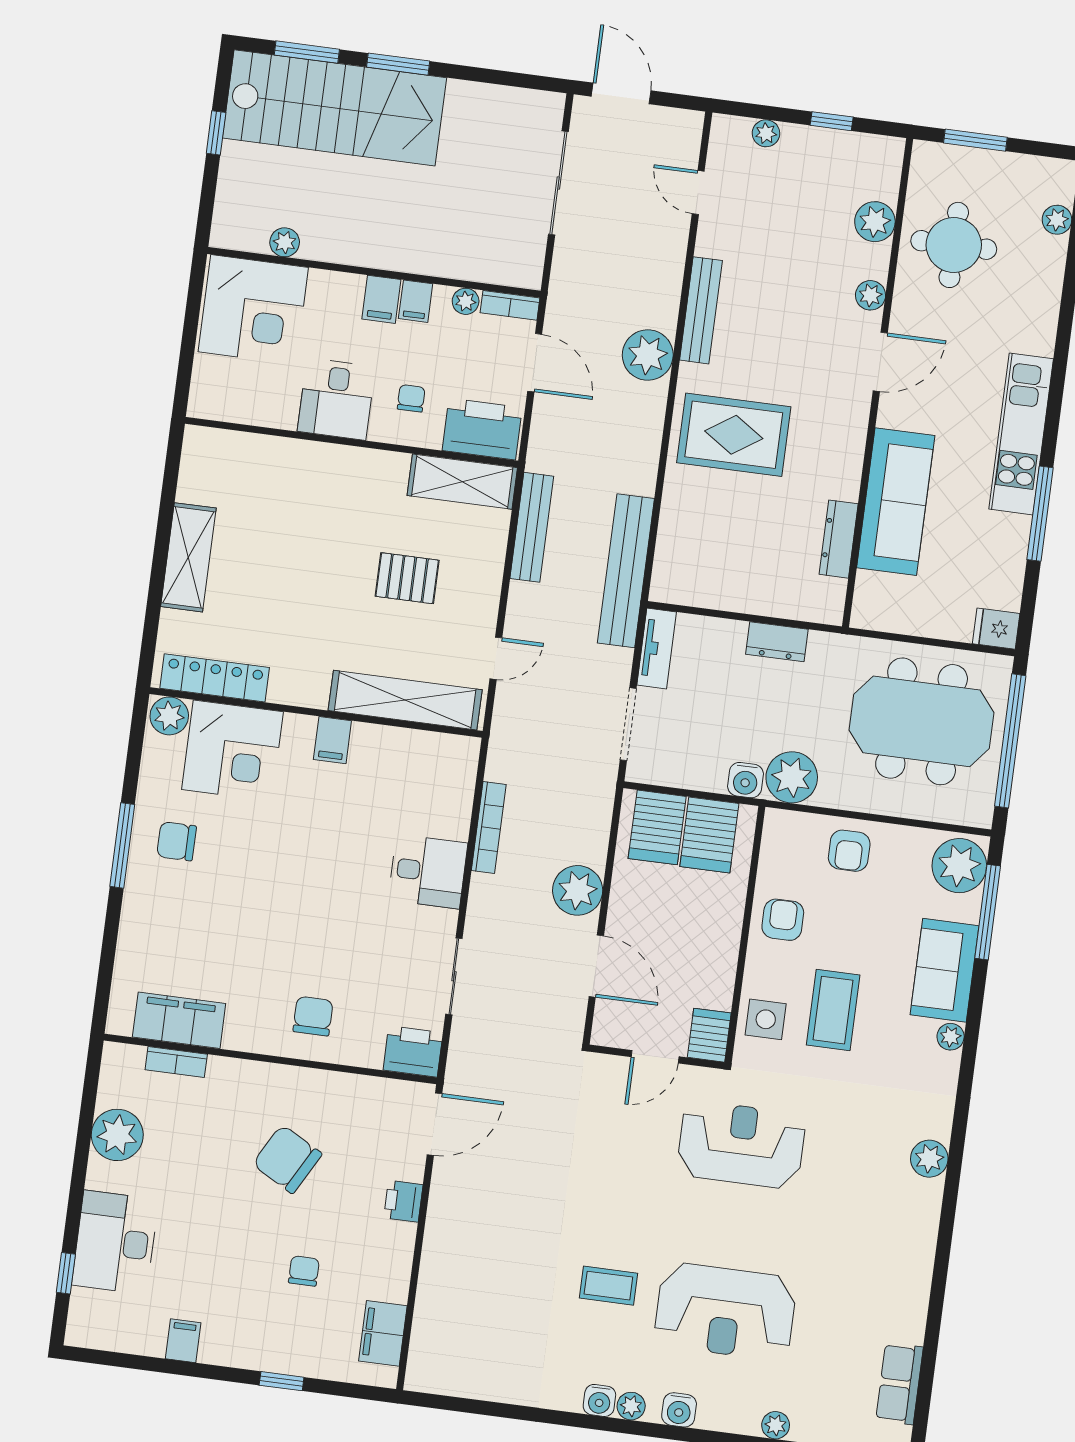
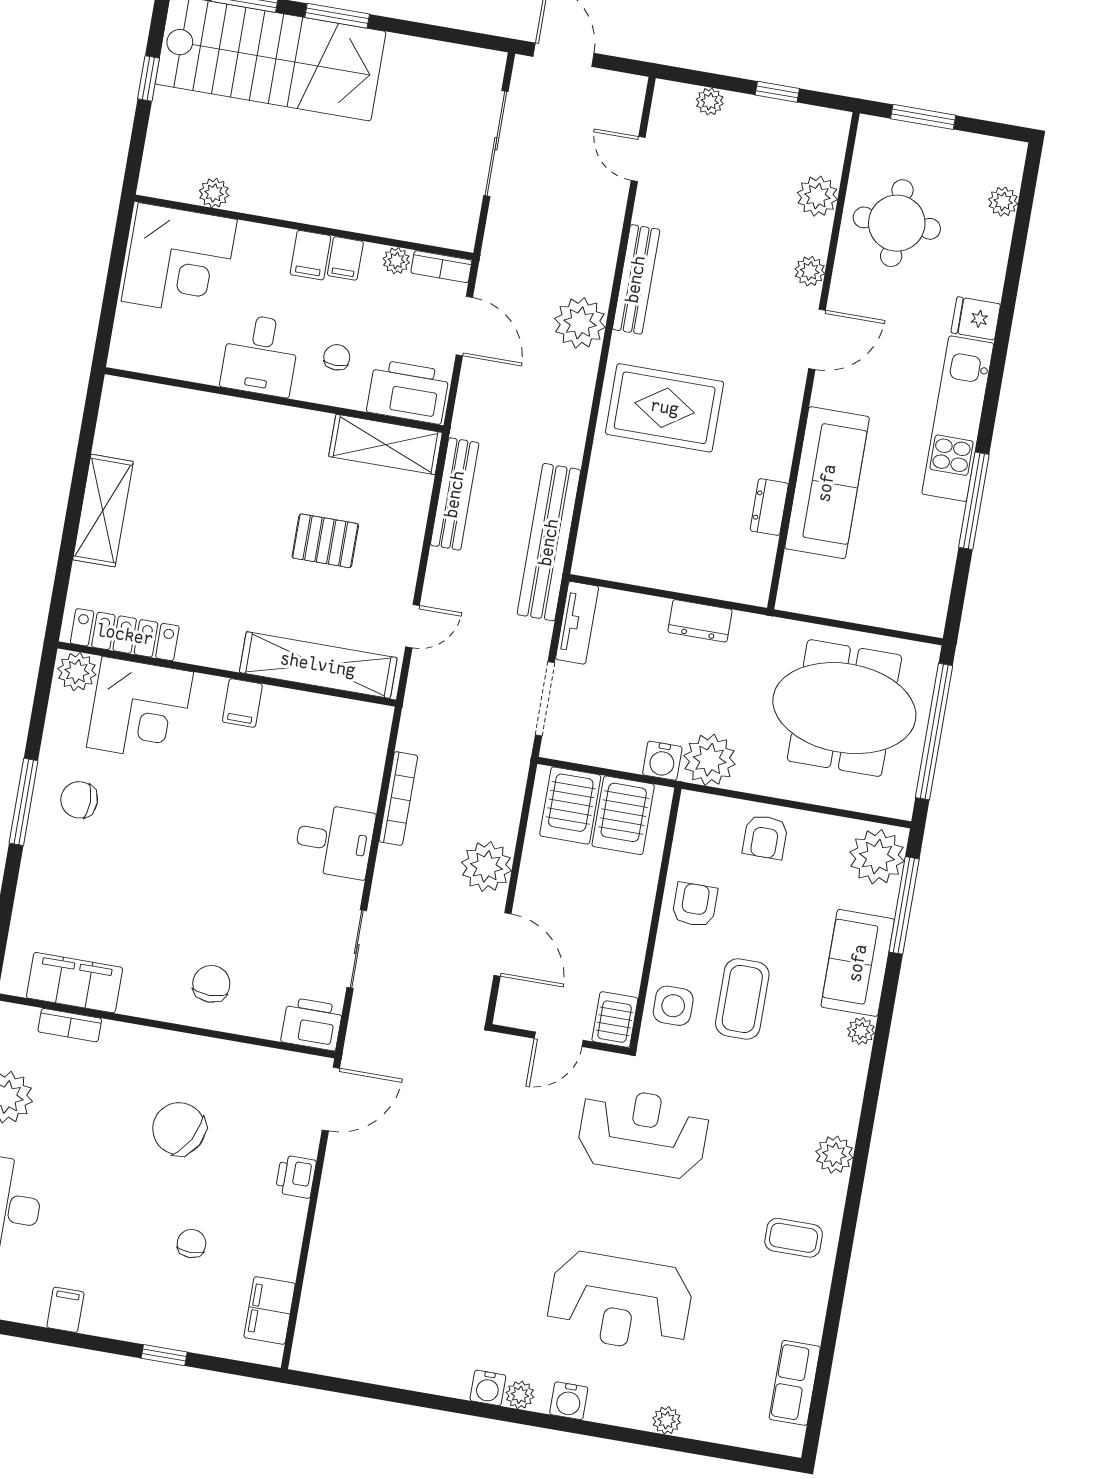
dresser: (839, 539) -> (769, 507), width x0.70
fridge: (996, 629) -> (976, 318), moved
coffee table: (608, 1286) -> (794, 1238), moved

